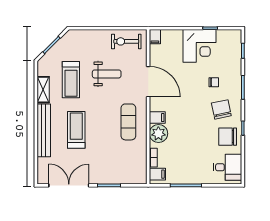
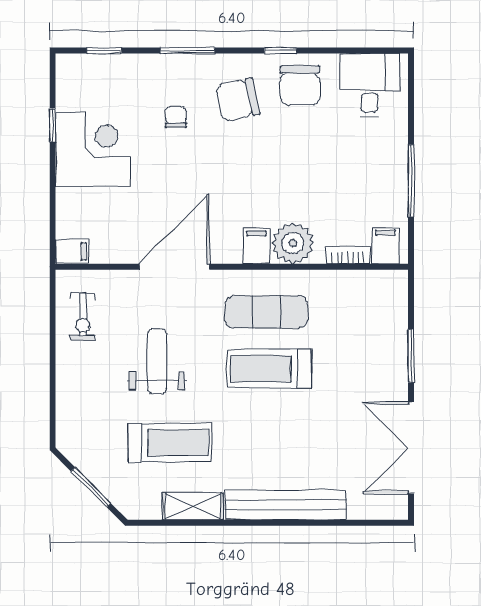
exercise bike: (126, 41) -> (83, 317), width x0.73, depth x0.72
treadmill: (76, 130) -> (269, 369), moved

